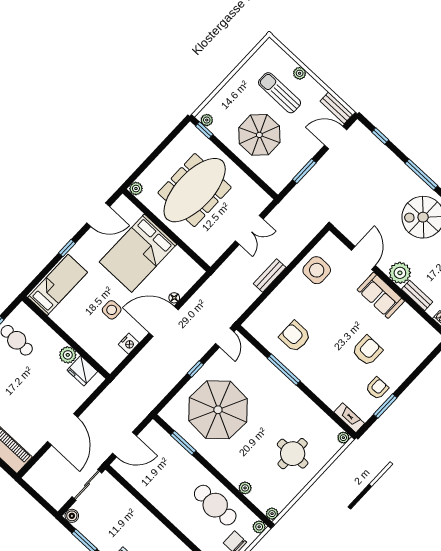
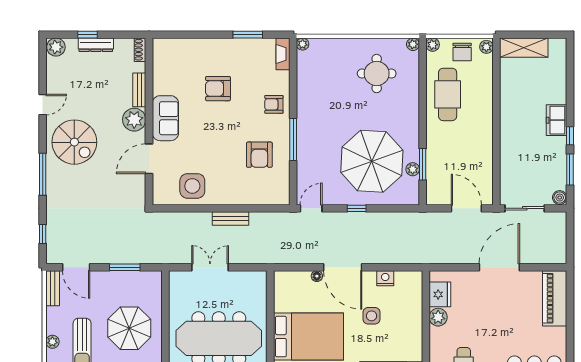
armchair: (377, 388) -> (274, 104), moved
round table: (293, 454) -> (377, 74), moved
plant: (245, 488) -> (413, 169), moved

